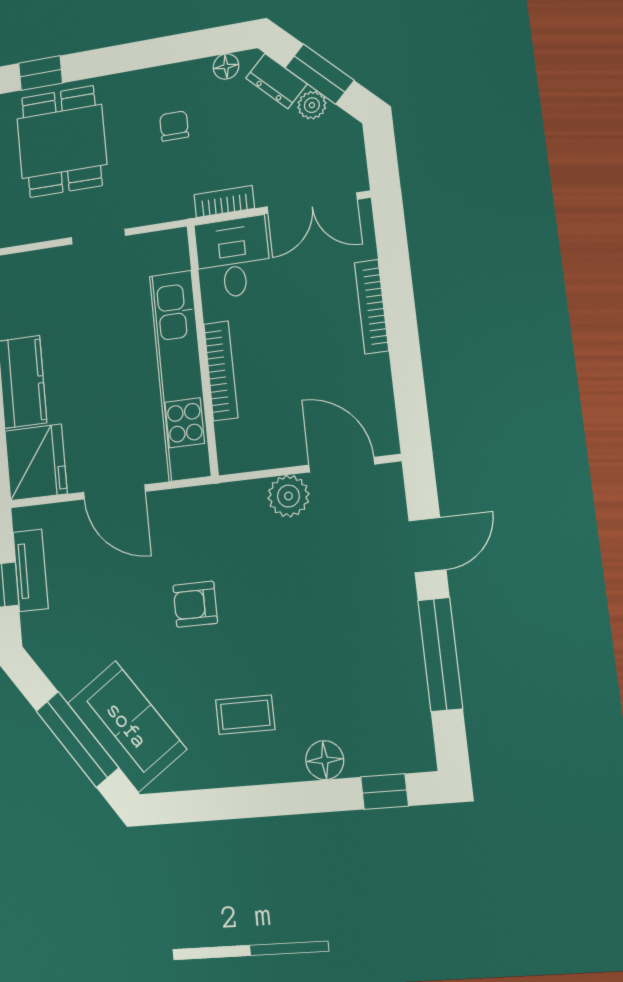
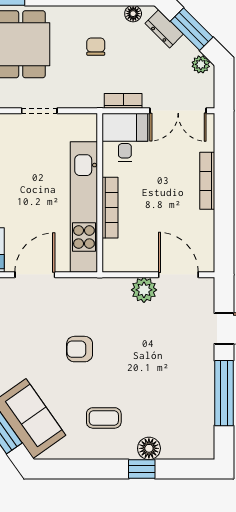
plant: (312, 105) -> (201, 64), moved
door: (114, 492) -> (35, 275), swing flipped
window: (384, 791) -> (142, 469), moved

